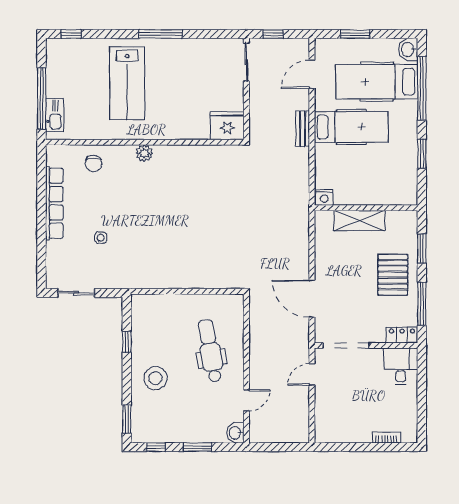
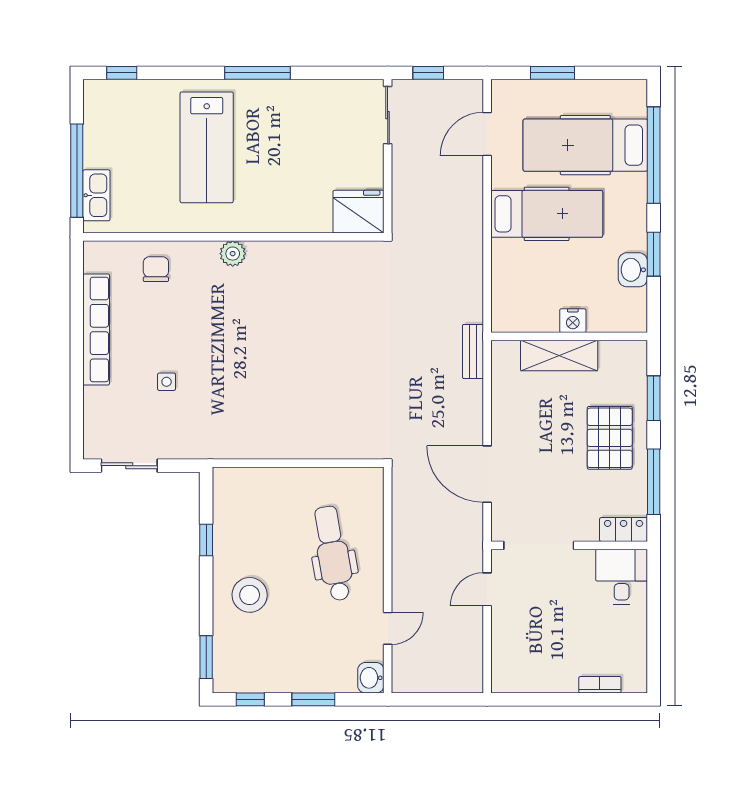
washbasin: (408, 49) -> (633, 270), moved
bench: (303, 129) -> (473, 351), moved
chair: (94, 163) -> (156, 269), turned 180
nightstand: (324, 197) -> (573, 321), moved

